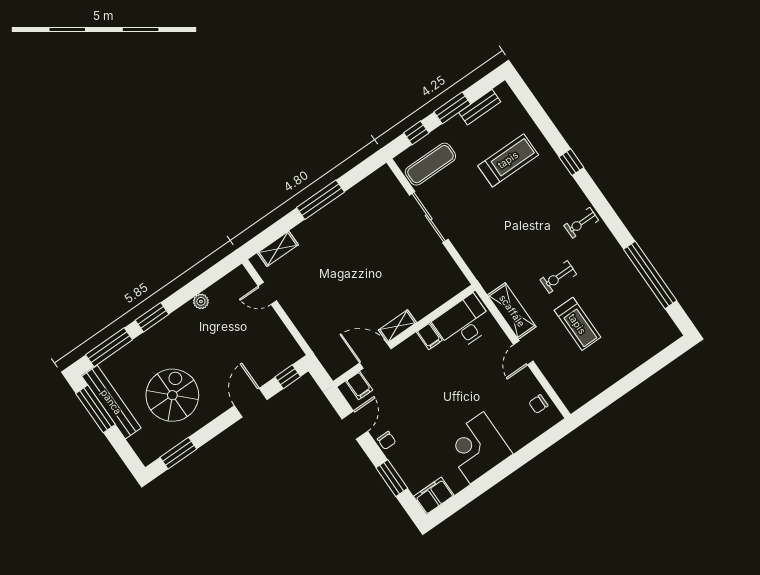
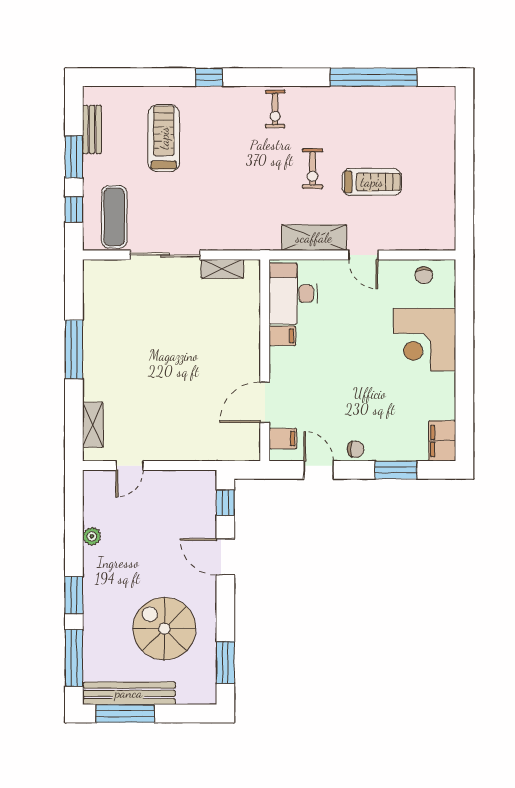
shelving: (397, 326) -> (222, 269), moved, turned 90
corner desk: (477, 448) -> (424, 340), moved

